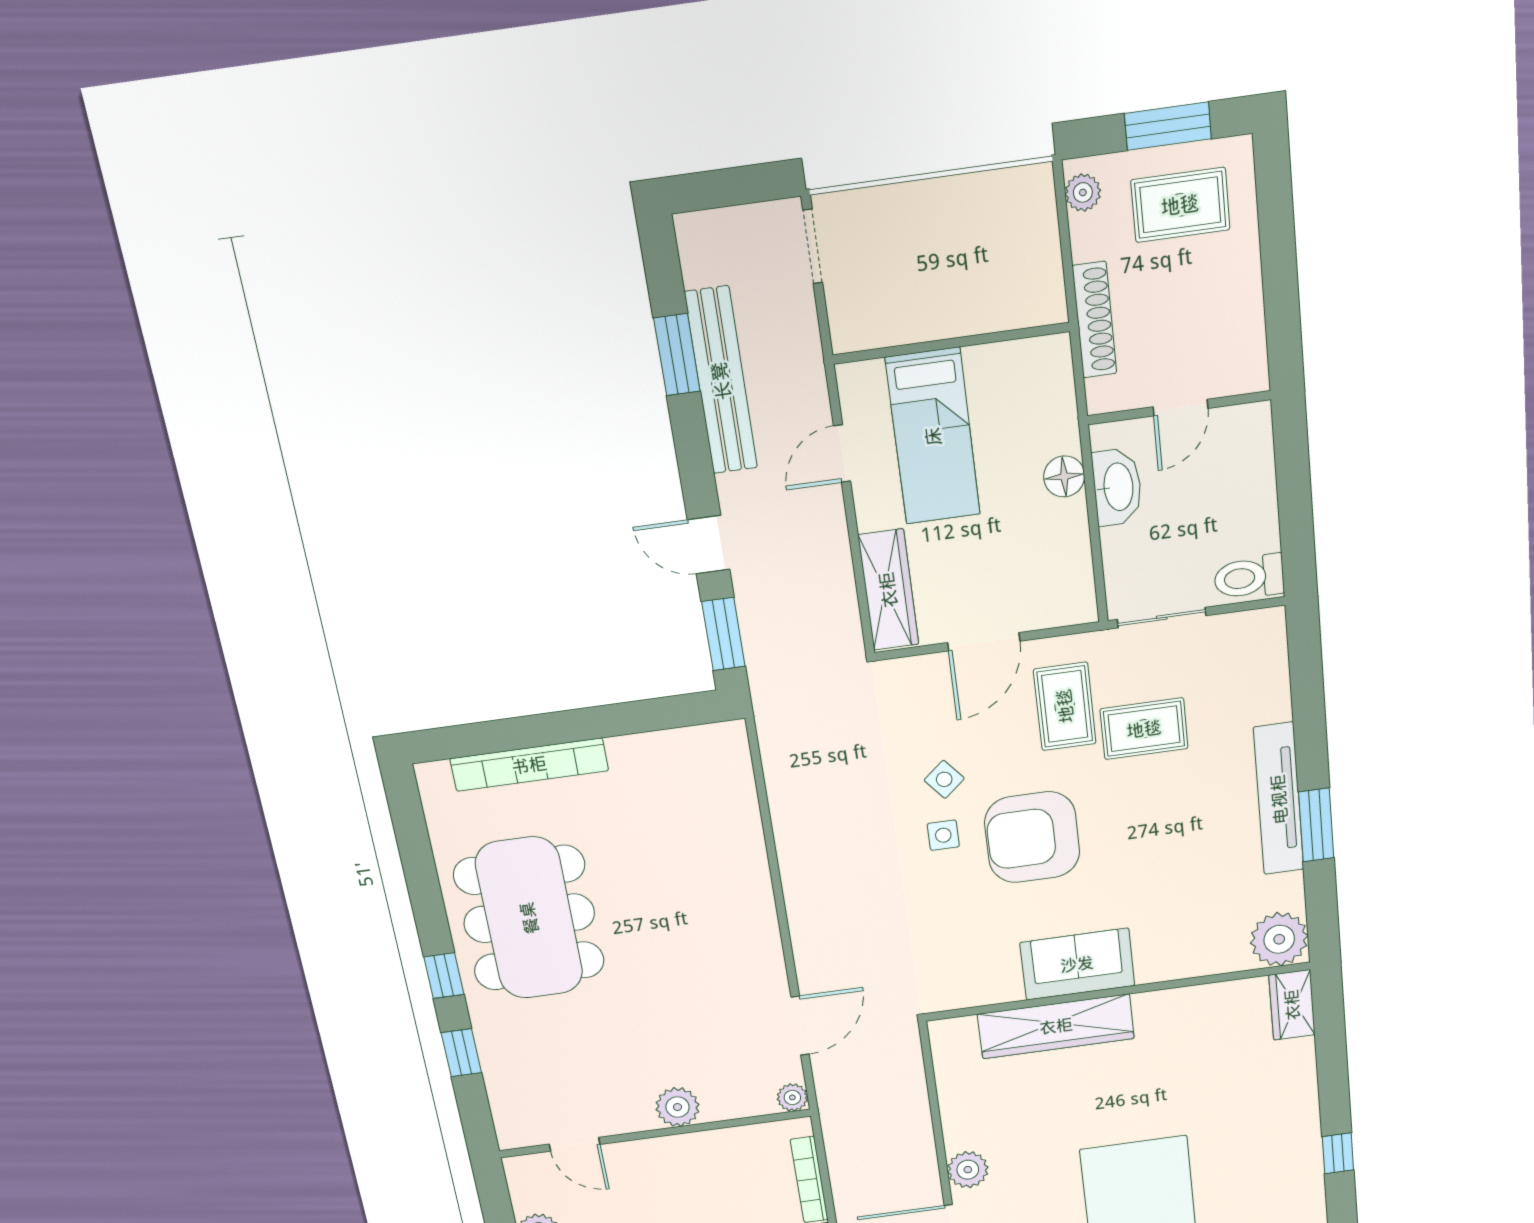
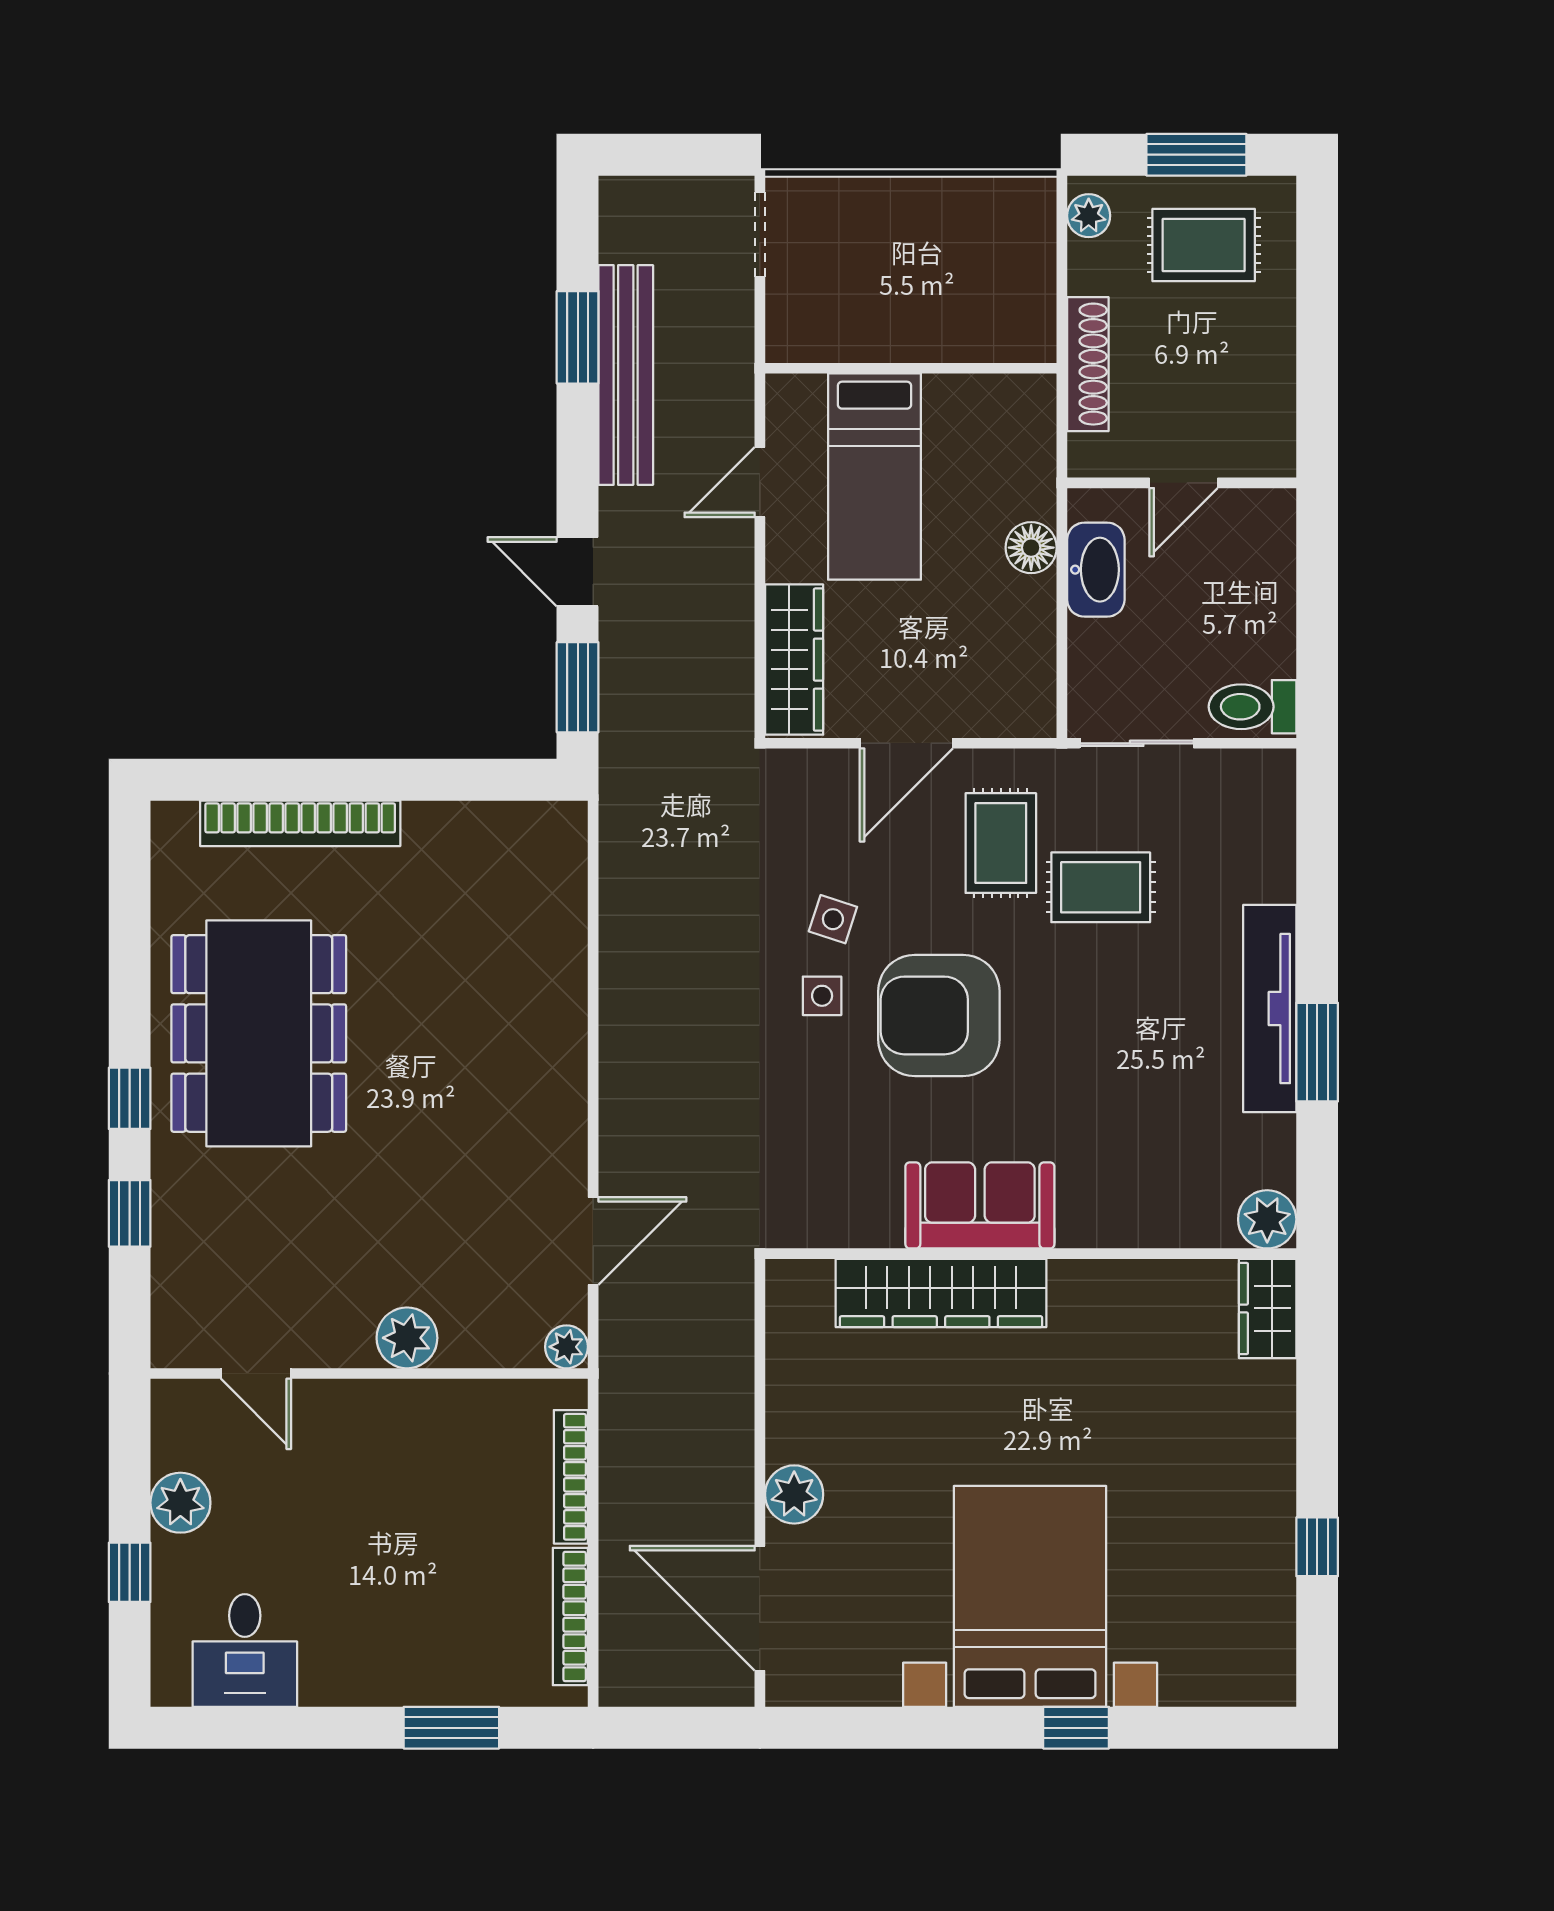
side table: (944, 779) -> (833, 919), turned -32
plant: (1279, 939) -> (1267, 1219), width x0.73, depth x0.73

